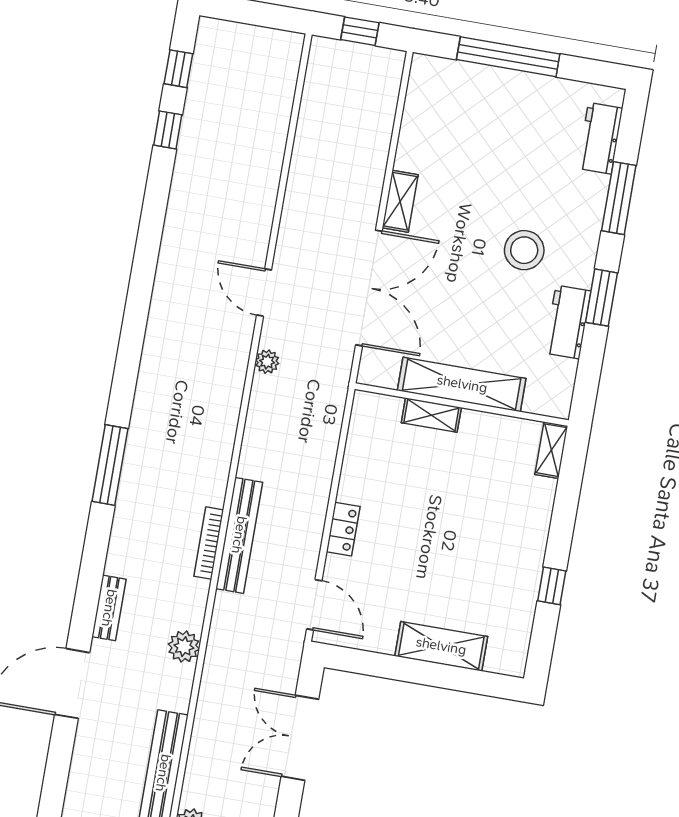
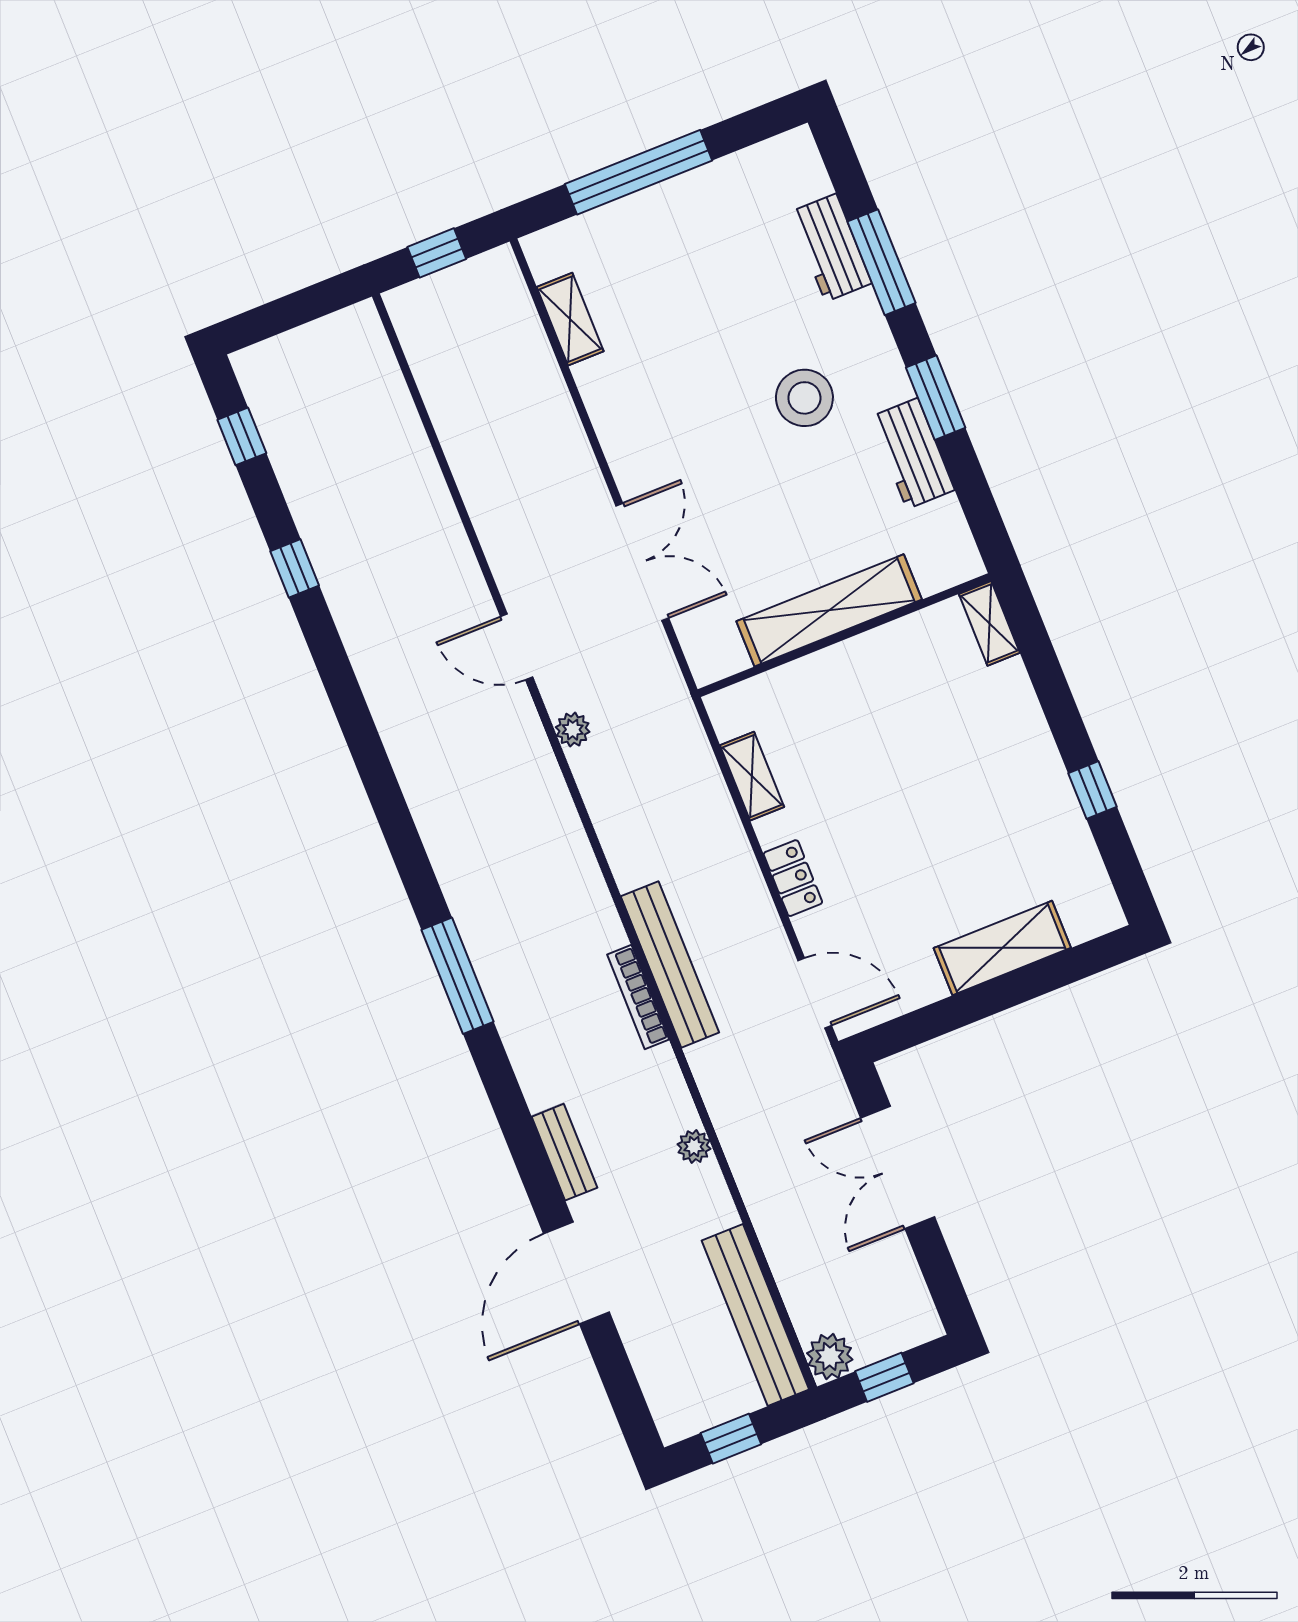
window: (168, 130) -> (295, 568), moved
workbench: (600, 138) -> (831, 248), moved
shelving: (400, 201) -> (570, 319), moved
double door: (369, 288) -> (642, 562), width x0.73
shelving: (431, 415) -> (752, 776), moved, turned 90
plant: (184, 647) -> (694, 1147), width x0.73, depth x0.73

